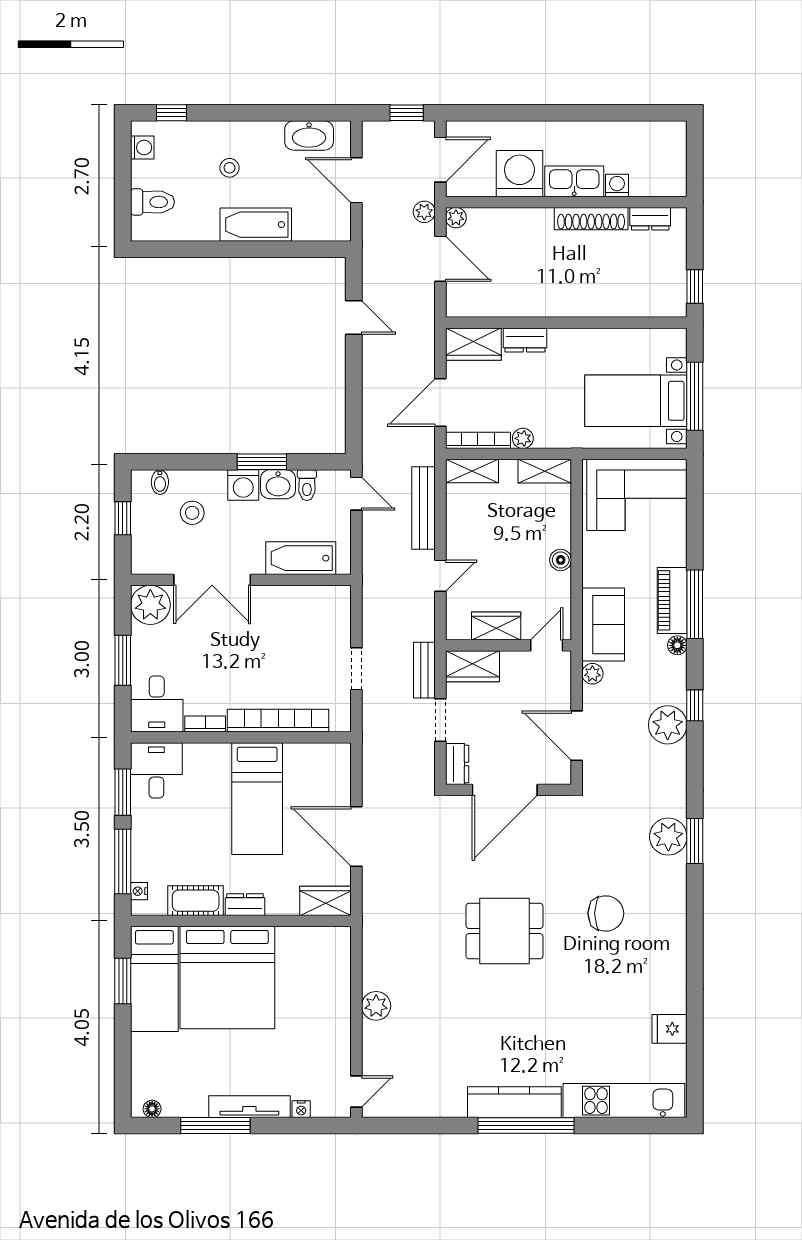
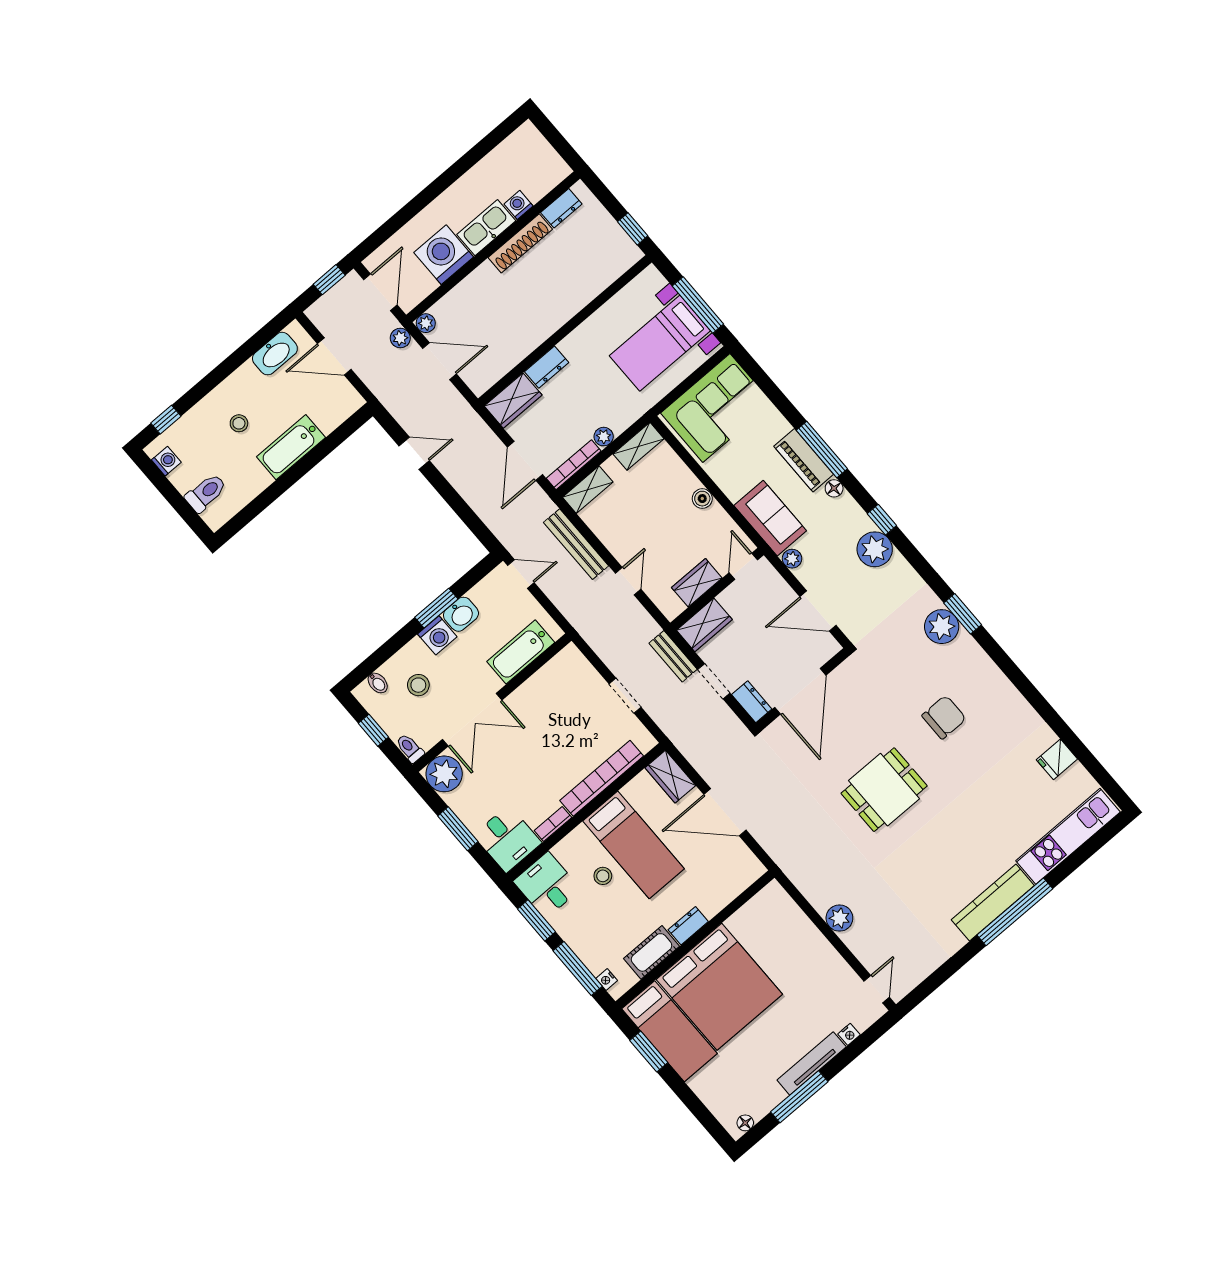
toilet: (307, 485) -> (410, 748), moved, turned 180
stool: (210, 803) -> (603, 876), added
wardrobe: (325, 901) -> (670, 777), moved, turned -90

